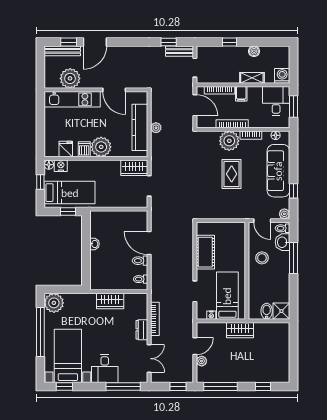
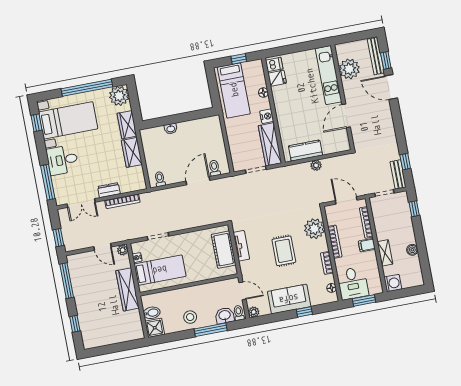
window: (230, 42) -> (414, 209), moved
desk: (276, 101) -> (353, 283), moved, turned 90
door: (195, 105) -> (346, 200), swing flipped
kitchen counter: (140, 127) -> (305, 151), width x0.67
plant: (229, 141) -> (314, 229), moved
plant: (101, 147) -> (286, 114), removed
dishwasher: (84, 149) -> (274, 65), moved
floor lamp: (49, 165) -> (263, 93), moved
nightstand: (61, 166) -> (267, 116), moved
wardrobe: (134, 168) -> (270, 144), width x1.50
sofa: (278, 171) -> (289, 299), width x0.73
rug: (232, 174) -> (284, 251), turned 90
window: (293, 191) -> (304, 312), moved
window: (68, 211) -> (214, 93), removed
tv unit: (219, 214) -> (241, 246), added
door: (262, 221) -> (243, 291), swing flipped
washbasin: (94, 244) -> (171, 129), moved
cot: (205, 252) -> (224, 250), moved, turned 90
stool: (262, 258) -> (190, 317), moved
toilet: (140, 261) -> (214, 168), moved
wardrobe: (83, 301) -> (127, 125), added
wardrobe: (240, 330) -> (127, 289), width x1.50
plant: (202, 361) -> (123, 250), moved

